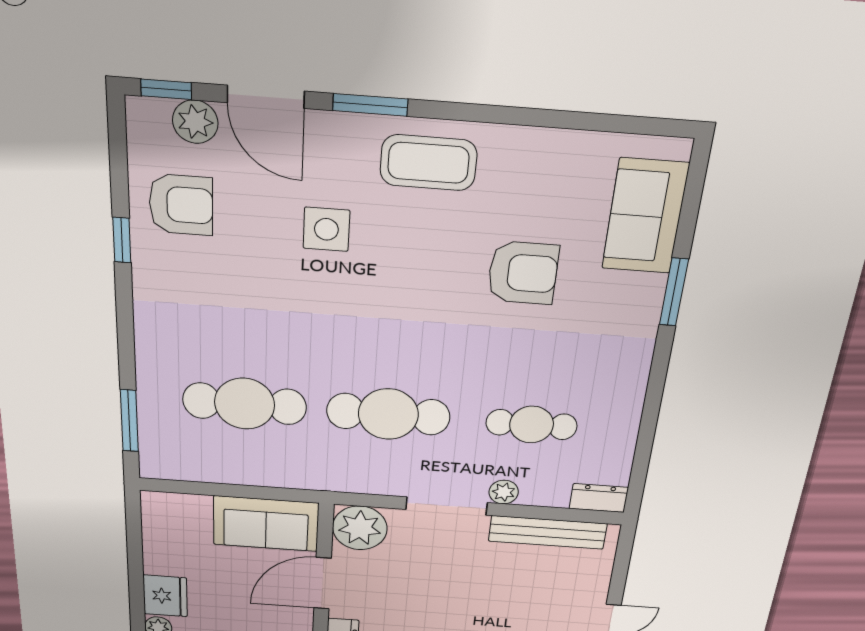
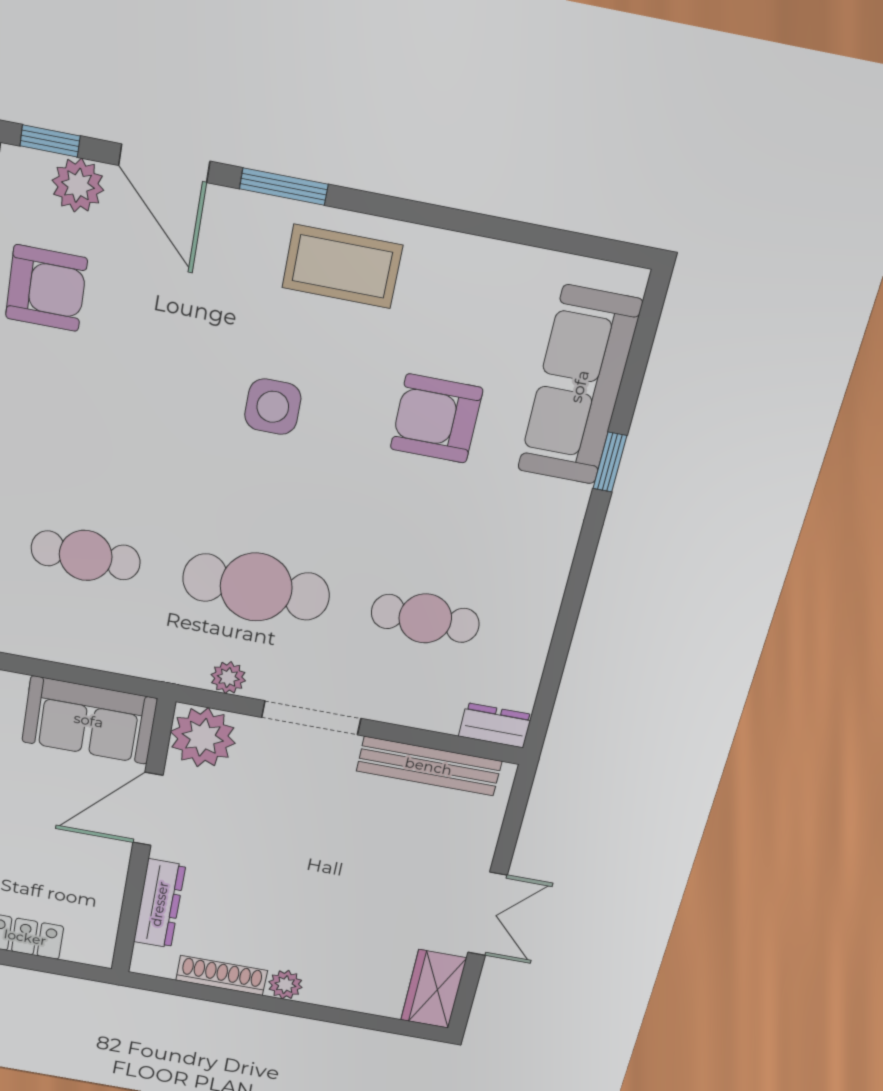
sofa: (645, 216) -> (579, 386), width x1.36
side table: (326, 229) -> (273, 407), moved
armchair: (523, 273) -> (436, 419), turned 180
window: (674, 292) -> (610, 462), width x0.67
cafe table: (245, 404) -> (86, 555), width x0.73, depth x0.74
plant: (504, 492) -> (228, 678), moved

